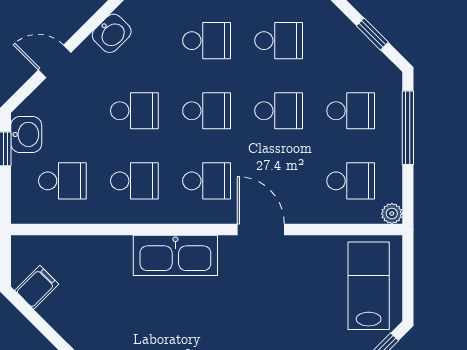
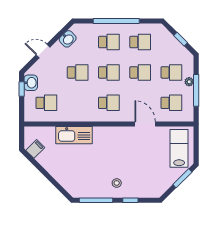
window: (408, 128) -> (196, 90), moved
school desk: (134, 181) -> (78, 103), removed
plant: (392, 214) -> (189, 82), moved
door: (261, 230) -> (145, 124), moved
kitchen sink: (175, 255) -> (74, 135), moved

